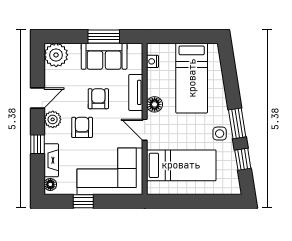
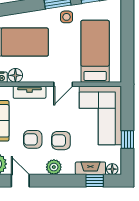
door: (37, 98) -> (20, 181), moved
armchair: (98, 99) -> (33, 139), moved
floor lamp: (155, 104) -> (15, 75), moved
window: (37, 144) -> (95, 181), moved

